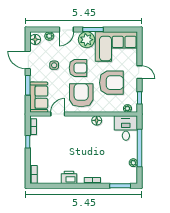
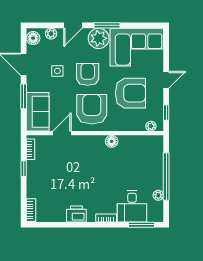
armchair: (78, 68) -> (88, 74), turned -90
door: (139, 72) -> (166, 80), hinge flipped
desk: (126, 128) -> (132, 206), moved, turned 180

